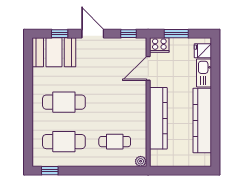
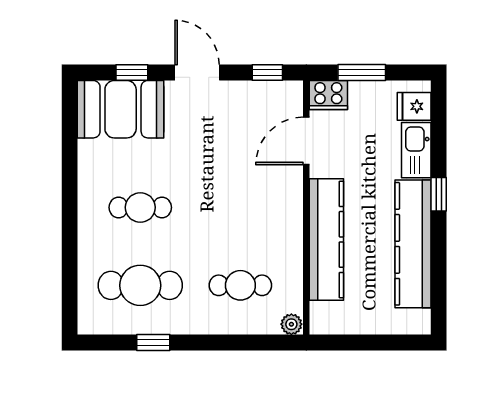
window: (215, 95) -> (439, 194), added
cafe table: (64, 102) -> (140, 207), width x0.73, depth x0.74
window: (50, 171) -> (153, 342), moved

